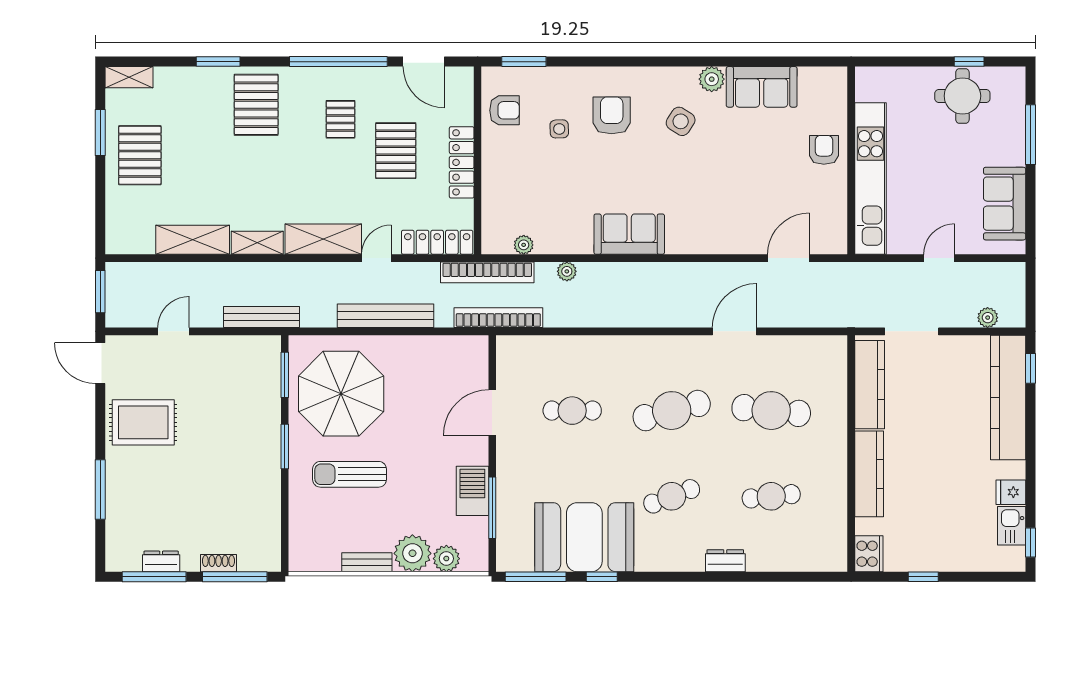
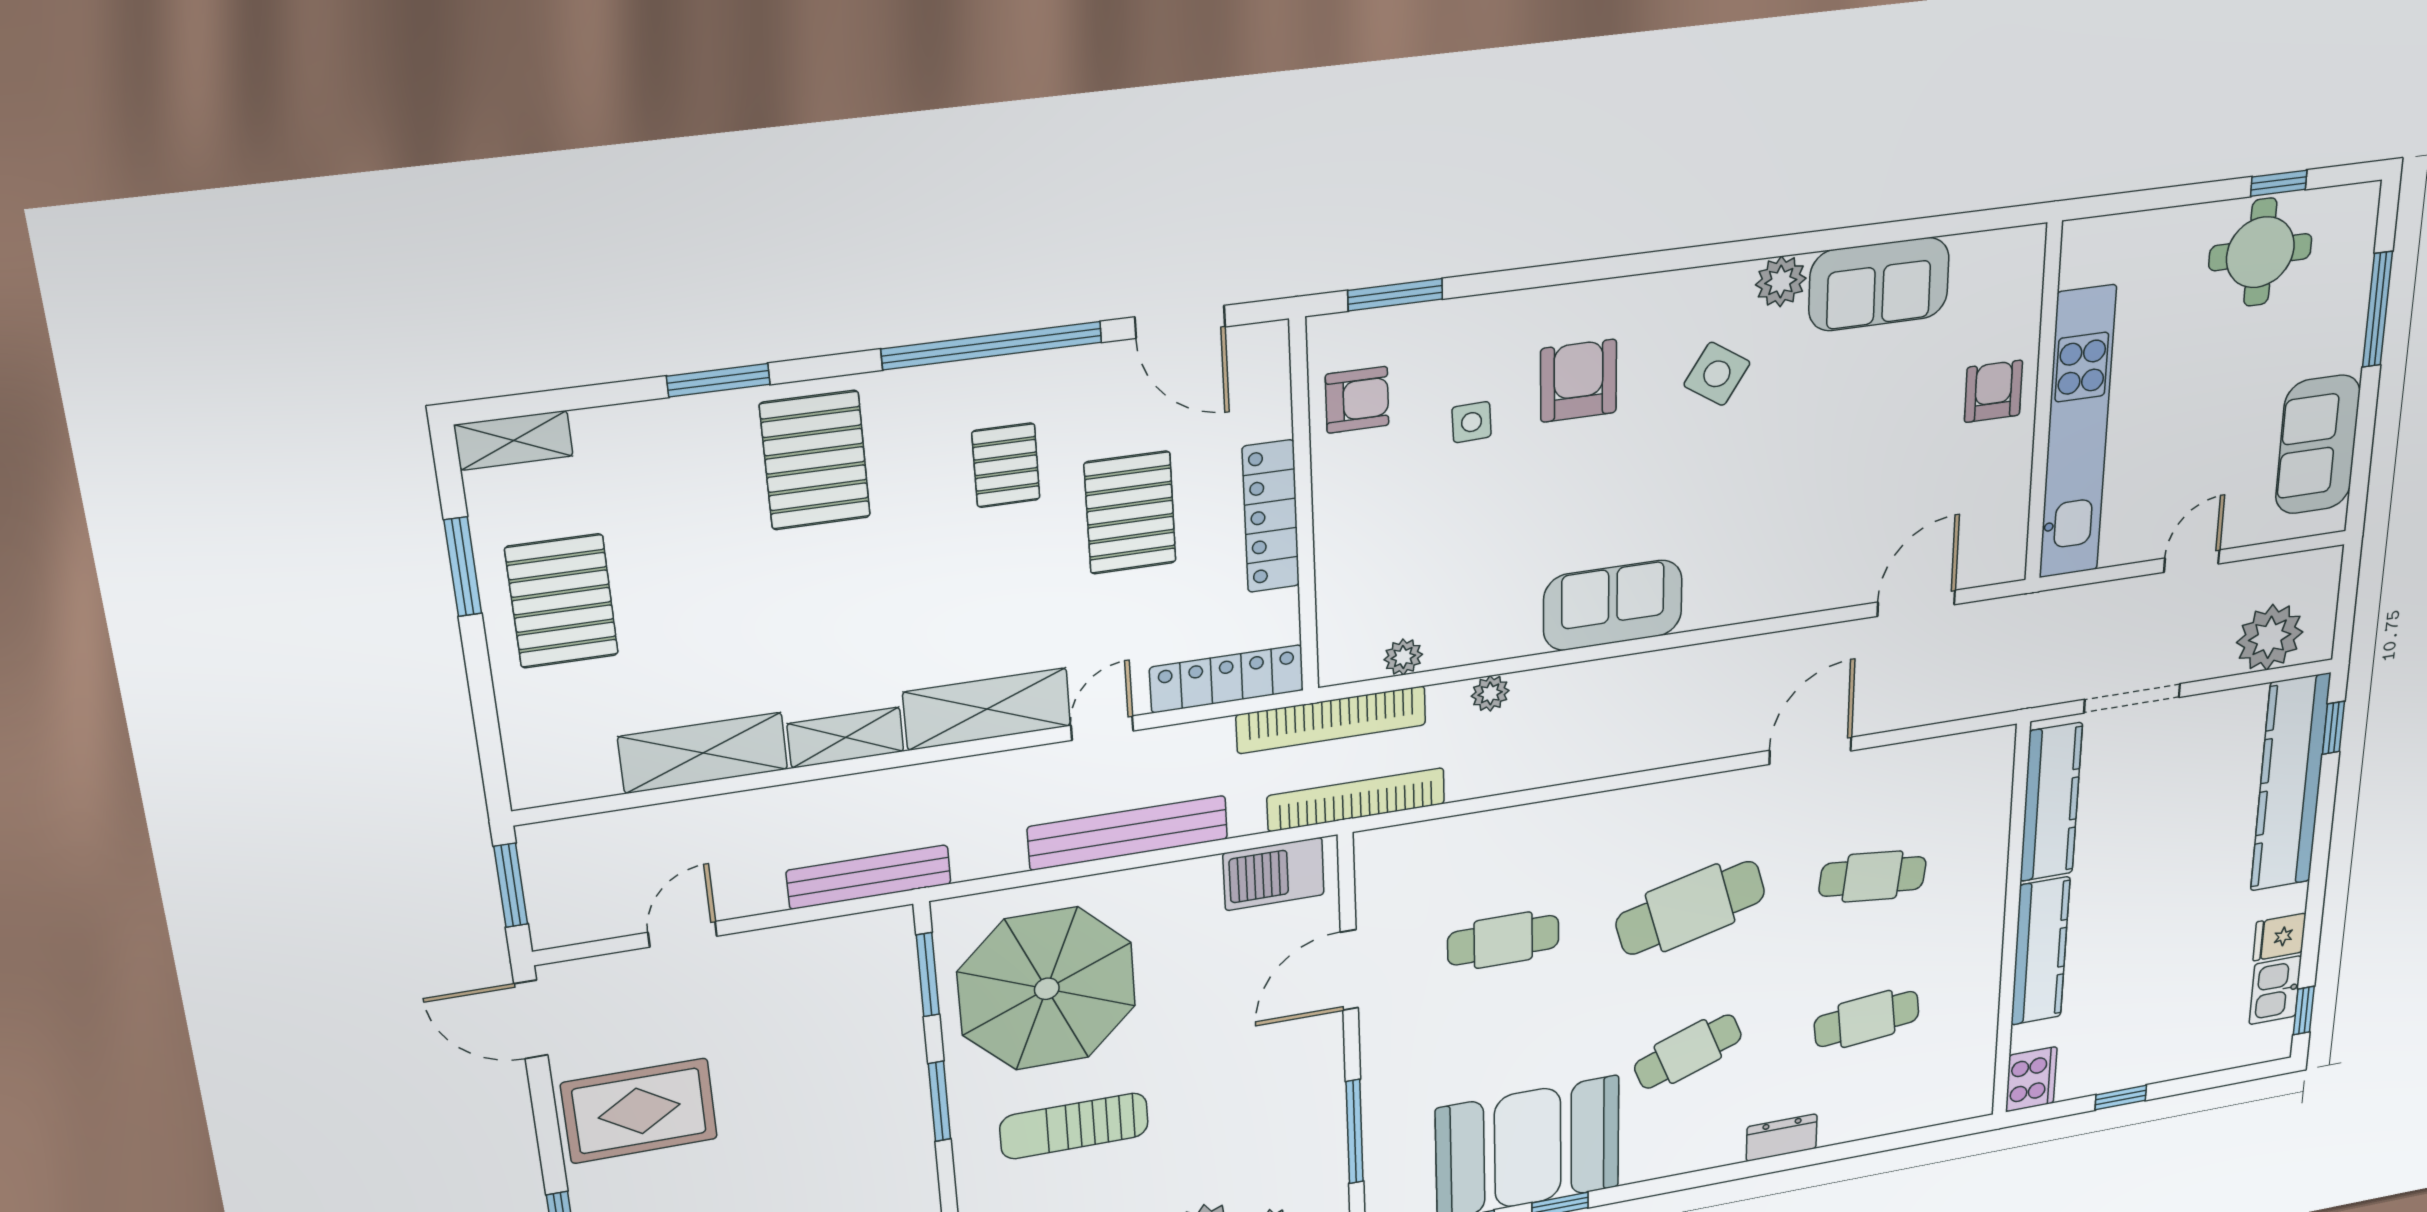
plant: (988, 318) -> (2270, 637), width x1.87, depth x1.87
cafe table: (771, 411) -> (1873, 876), width x0.73, depth x0.74
barbecue: (472, 491) -> (1274, 874), moved, turned -90

